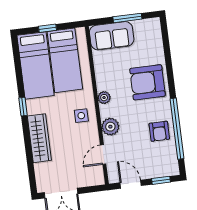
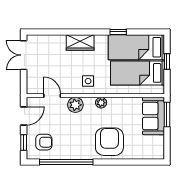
window: (127, 18) -> (167, 114), moved
window: (23, 107) -> (118, 32), moved
armchair: (159, 131) -> (44, 142), moved, turned 180
wardrobe: (39, 138) -> (80, 43), width x0.67

